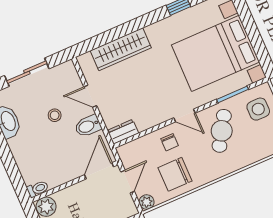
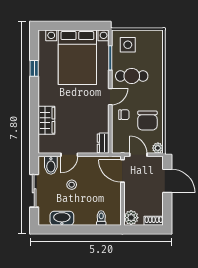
wardrobe: (121, 49) -> (46, 120), width x0.67
bidet: (88, 126) -> (51, 165), moved
cafe table: (222, 131) -> (132, 76), turned -32
toilet: (38, 189) -> (101, 218), moved

